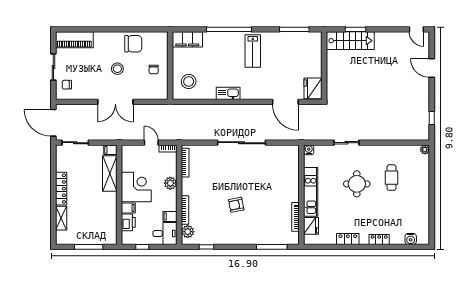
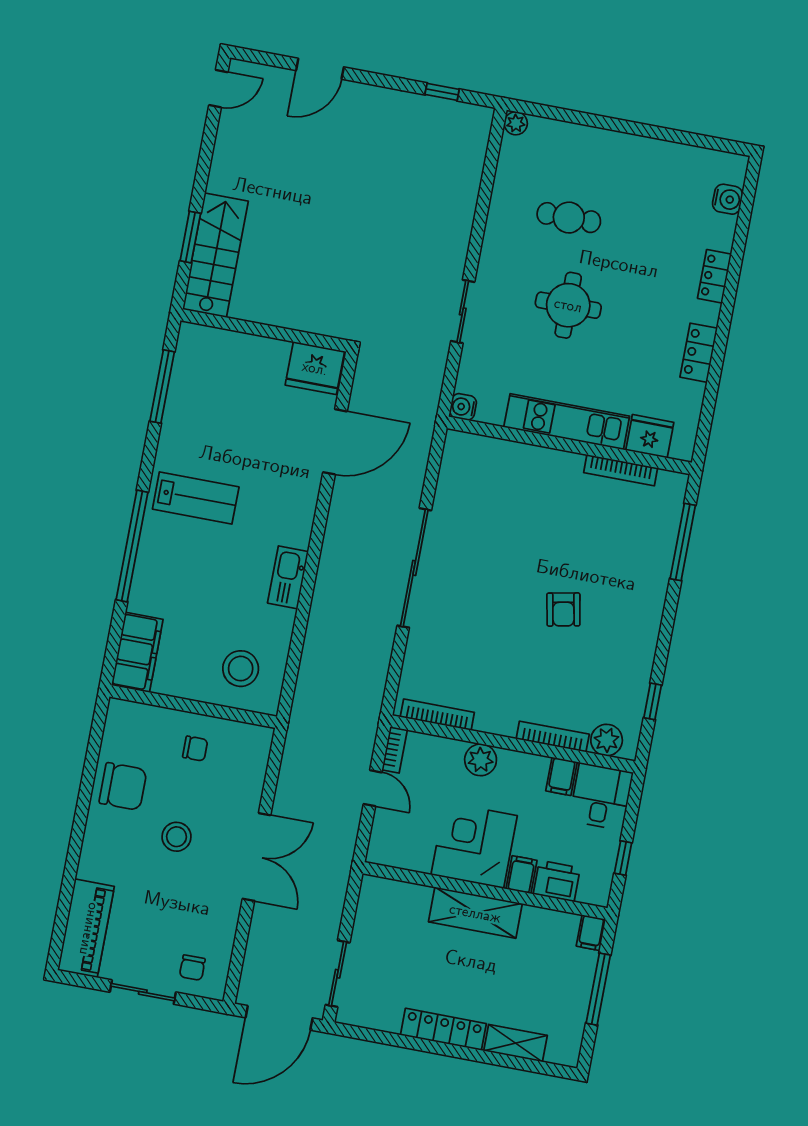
chair: (133, 44) -> (123, 786), turned 90
door: (151, 143) -> (373, 788), swing flipped
filing cabinet: (110, 150) -> (591, 933), moved
shelving: (110, 174) -> (475, 913), moved

